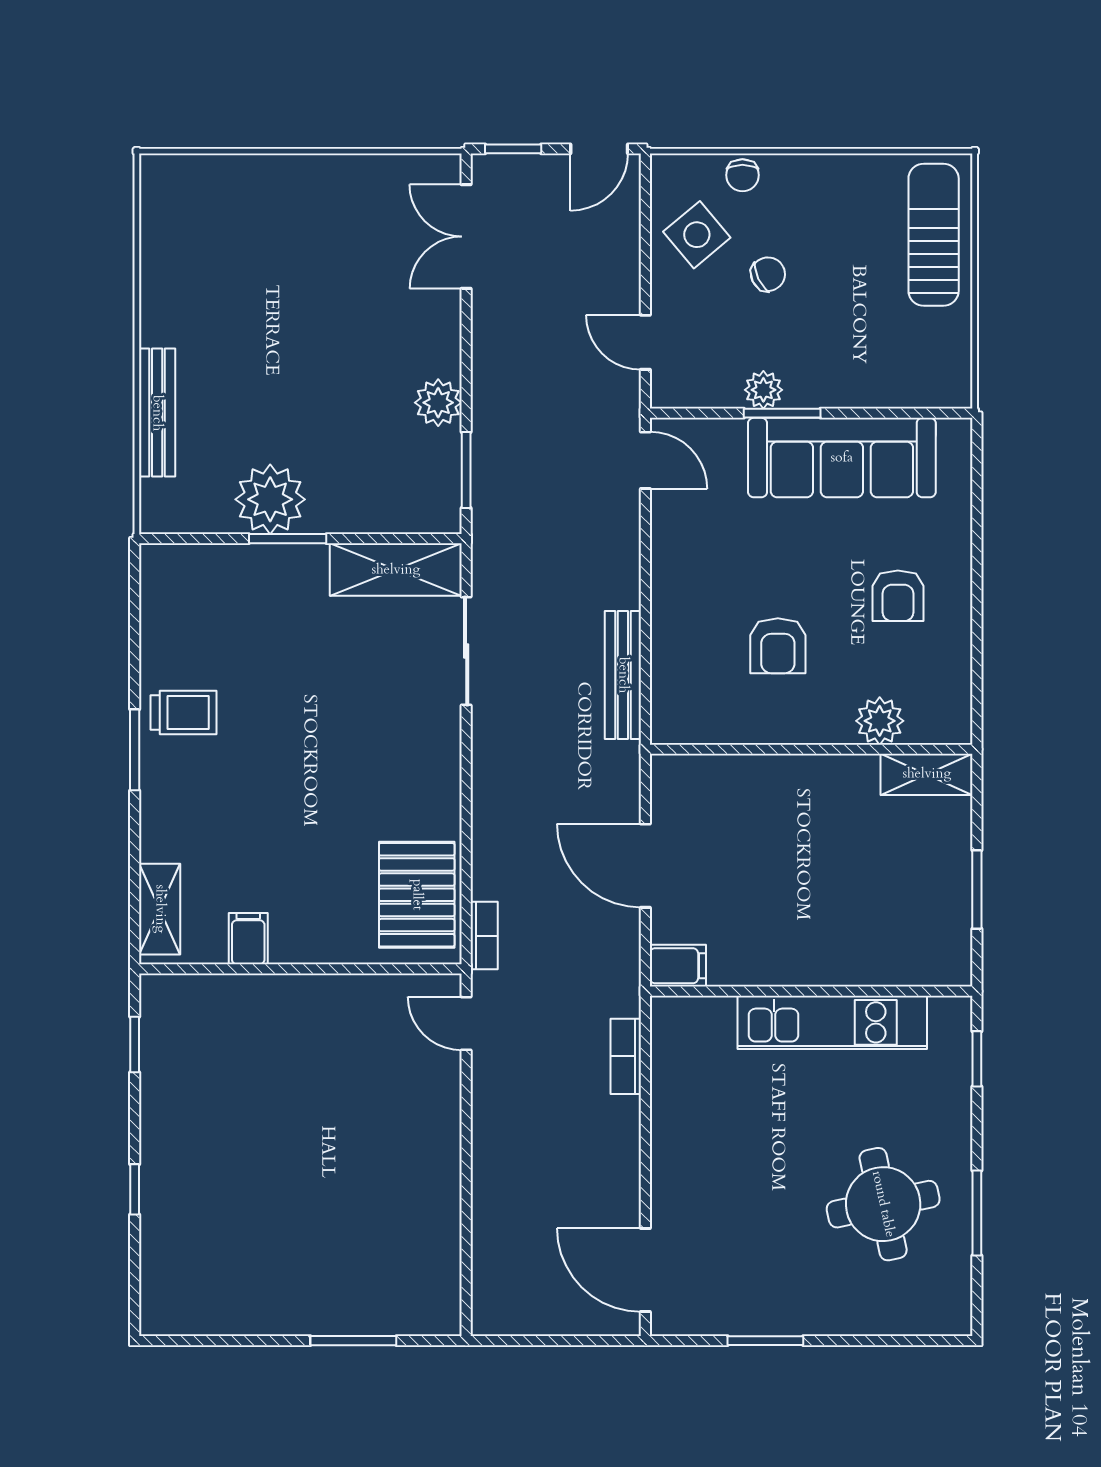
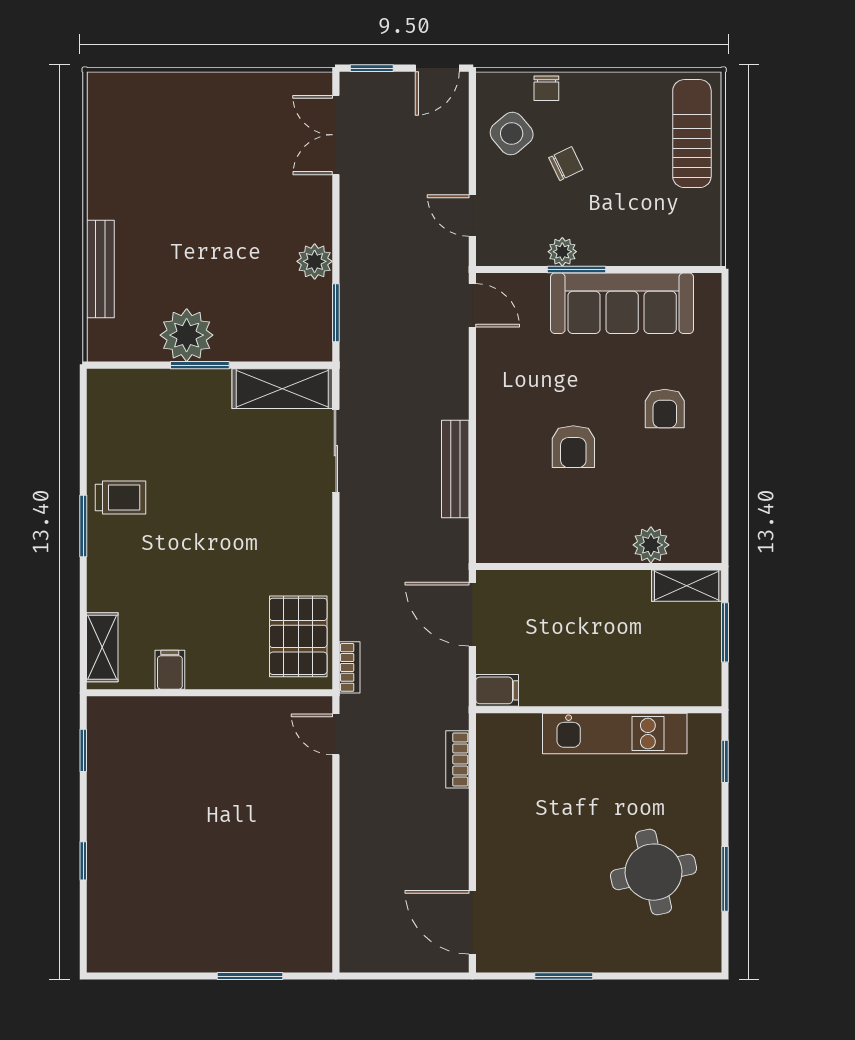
plant: (880, 721) -> (651, 545), moved
wall: (811, 749) -> (599, 566), moved
shelving: (927, 774) -> (687, 586), moved

